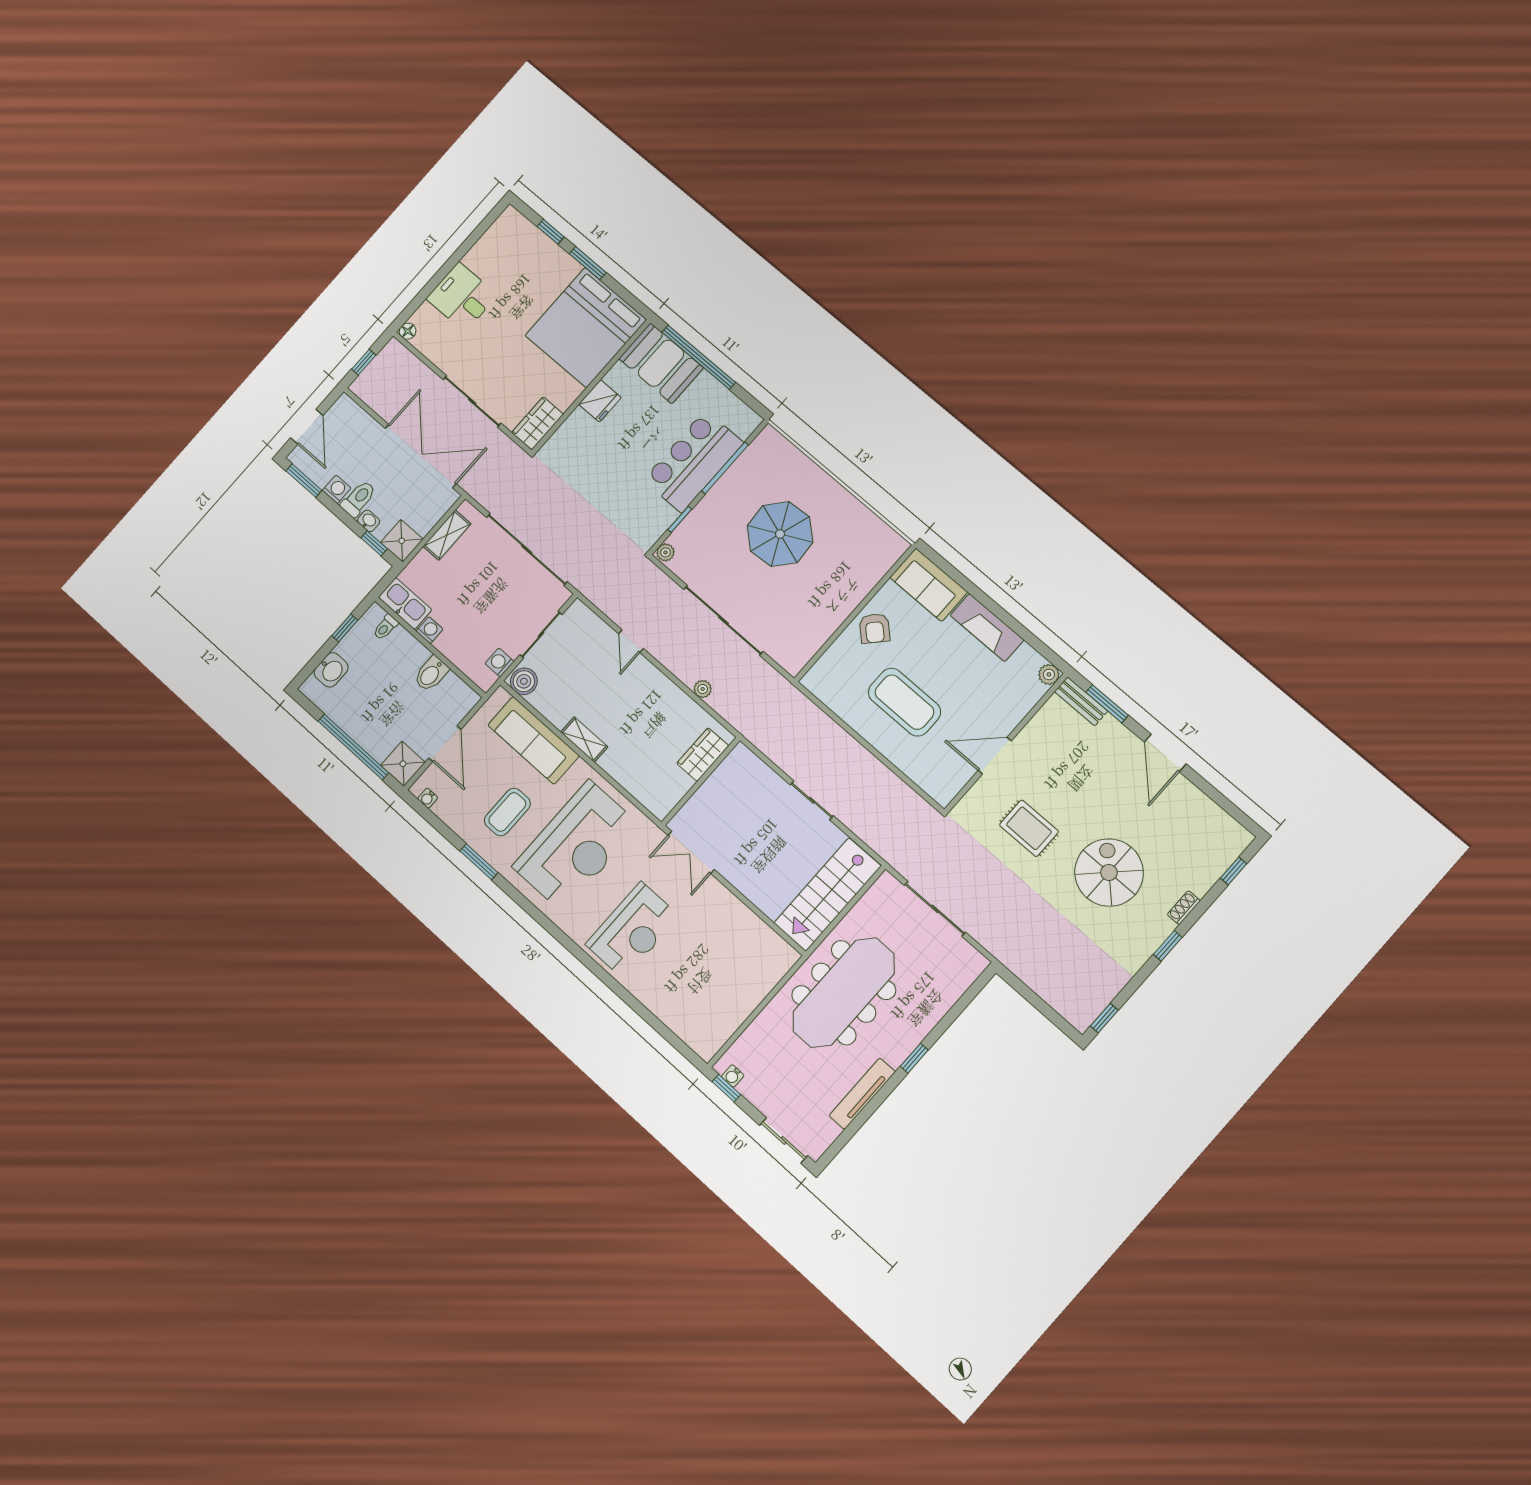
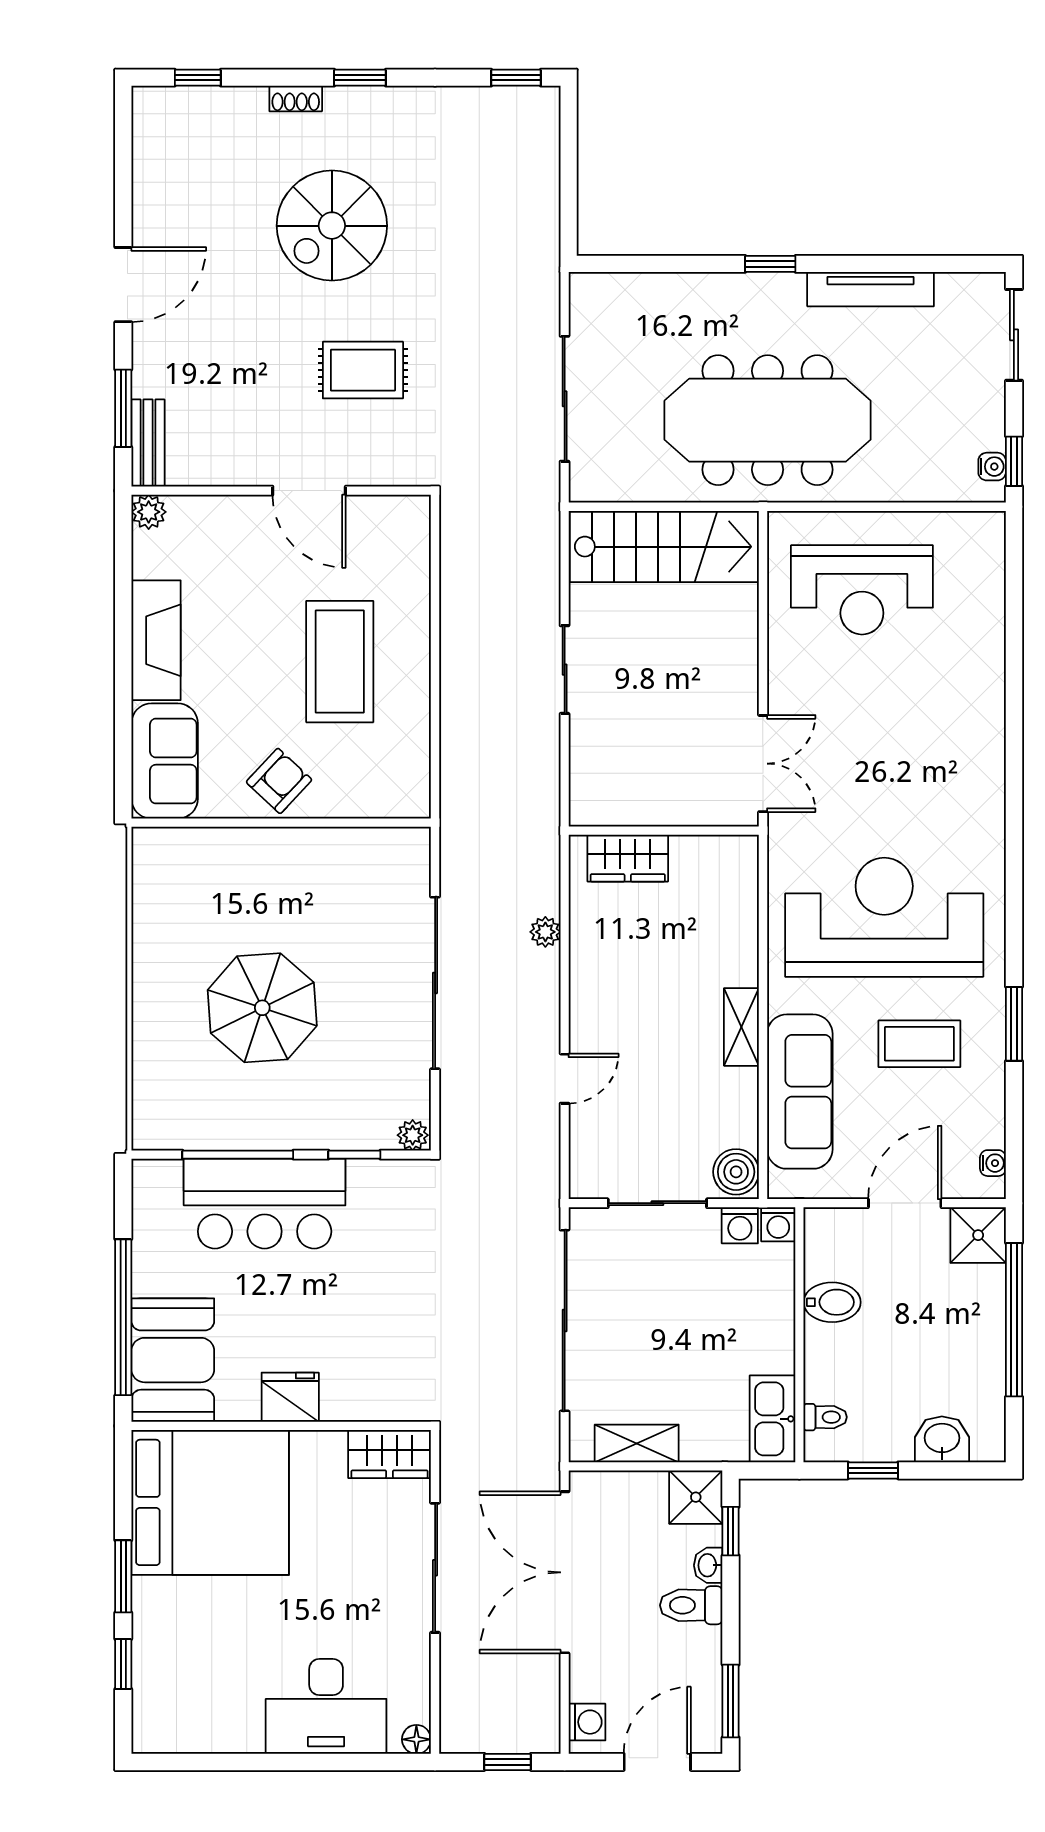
desk: (462, 297) -> (326, 1706), width x1.37
washing machine: (337, 489) -> (587, 1722), moved, turned 180
washing machine: (430, 630) -> (778, 1224), moved, turned -90
rug: (1029, 828) -> (363, 370), turned 90
reception desk: (632, 930) -> (862, 590), moved, turned 180

